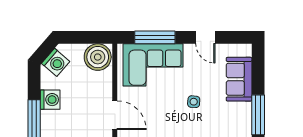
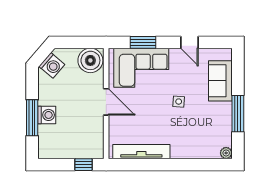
window: (155, 37) -> (143, 42), width x0.69
washing machine: (50, 100) -> (47, 115), moved
door: (115, 115) -> (106, 102), moved

